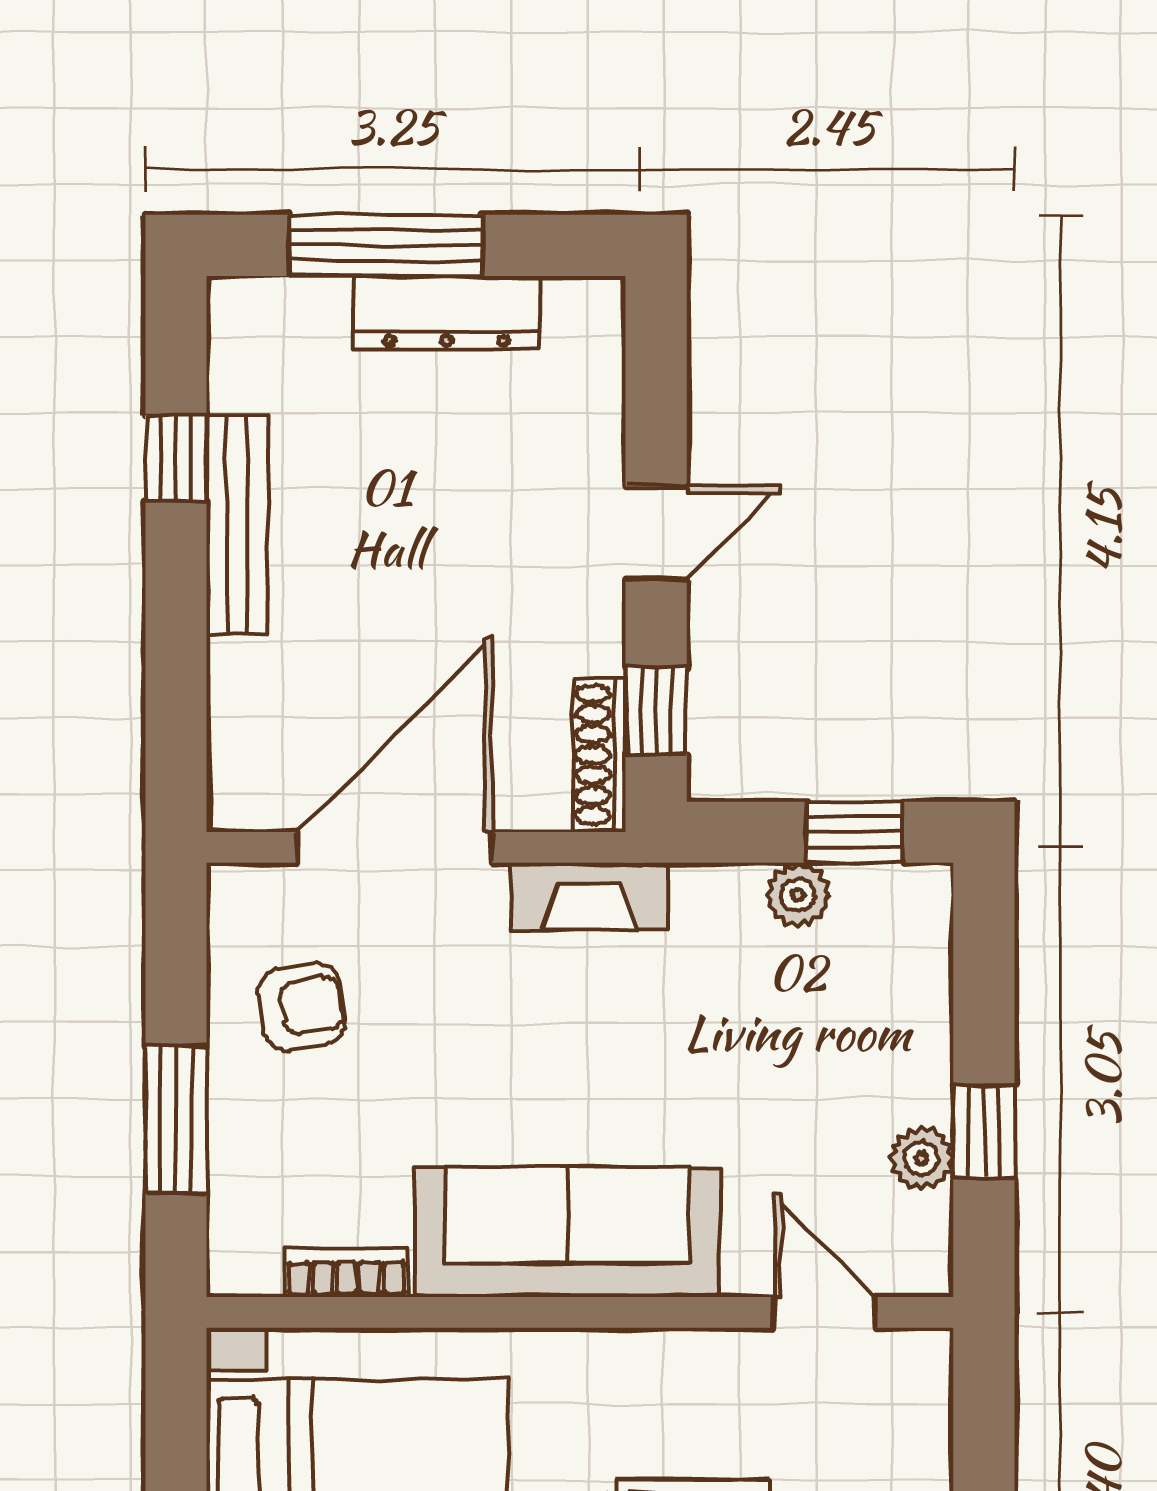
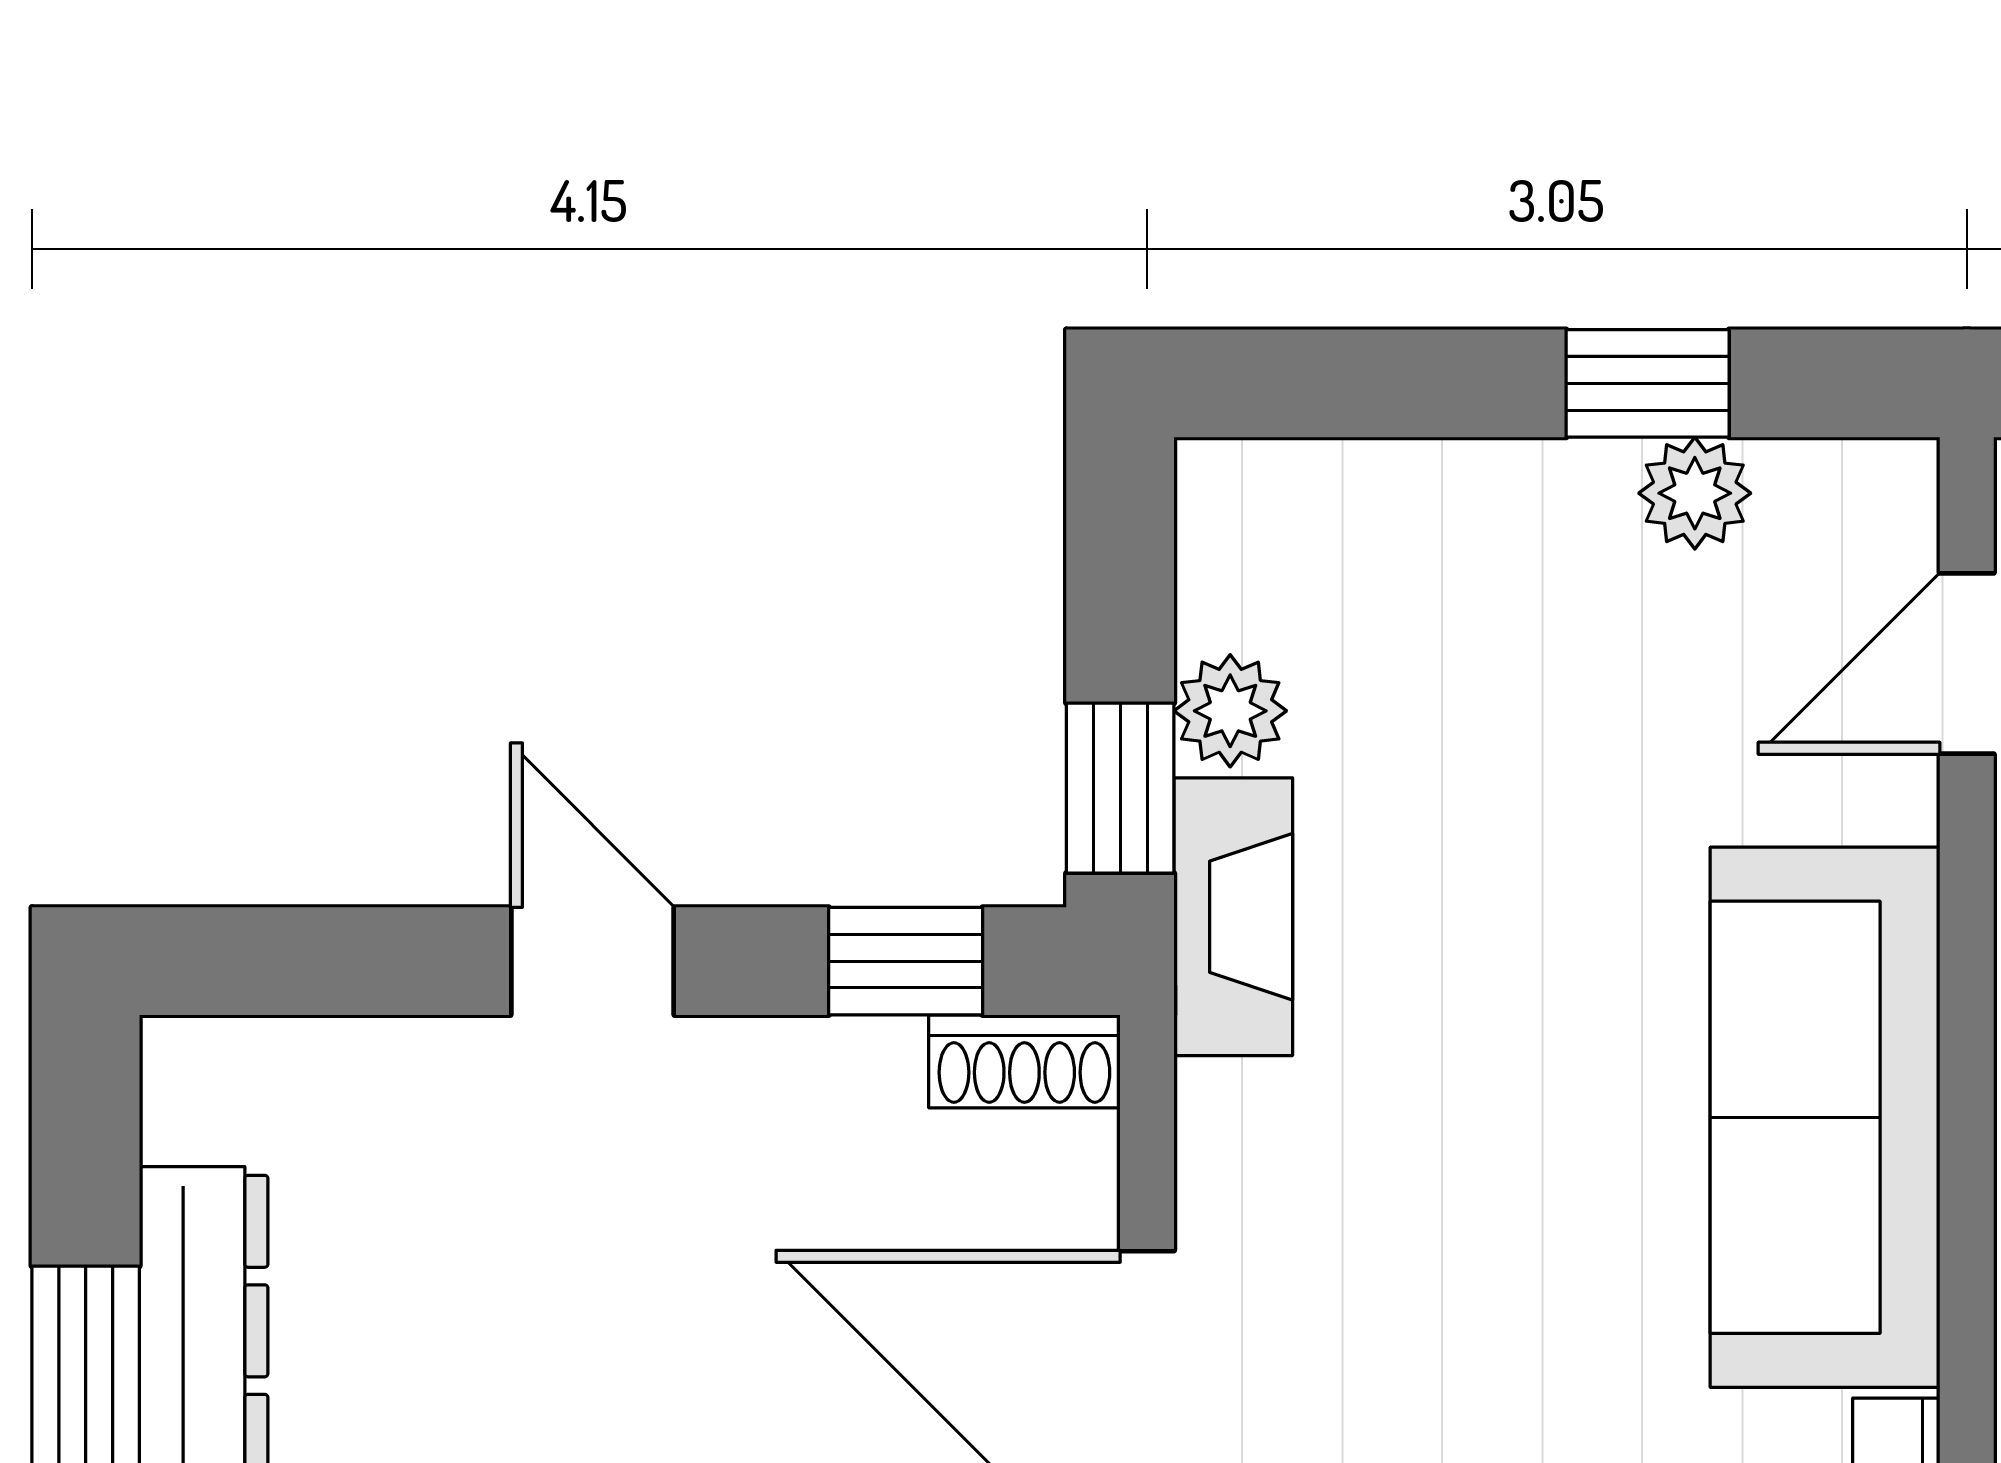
shoe rack: (599, 755) -> (1024, 1061), width x0.70
window: (854, 832) -> (1120, 788), moved
fireplace: (590, 896) -> (1233, 917), moved

